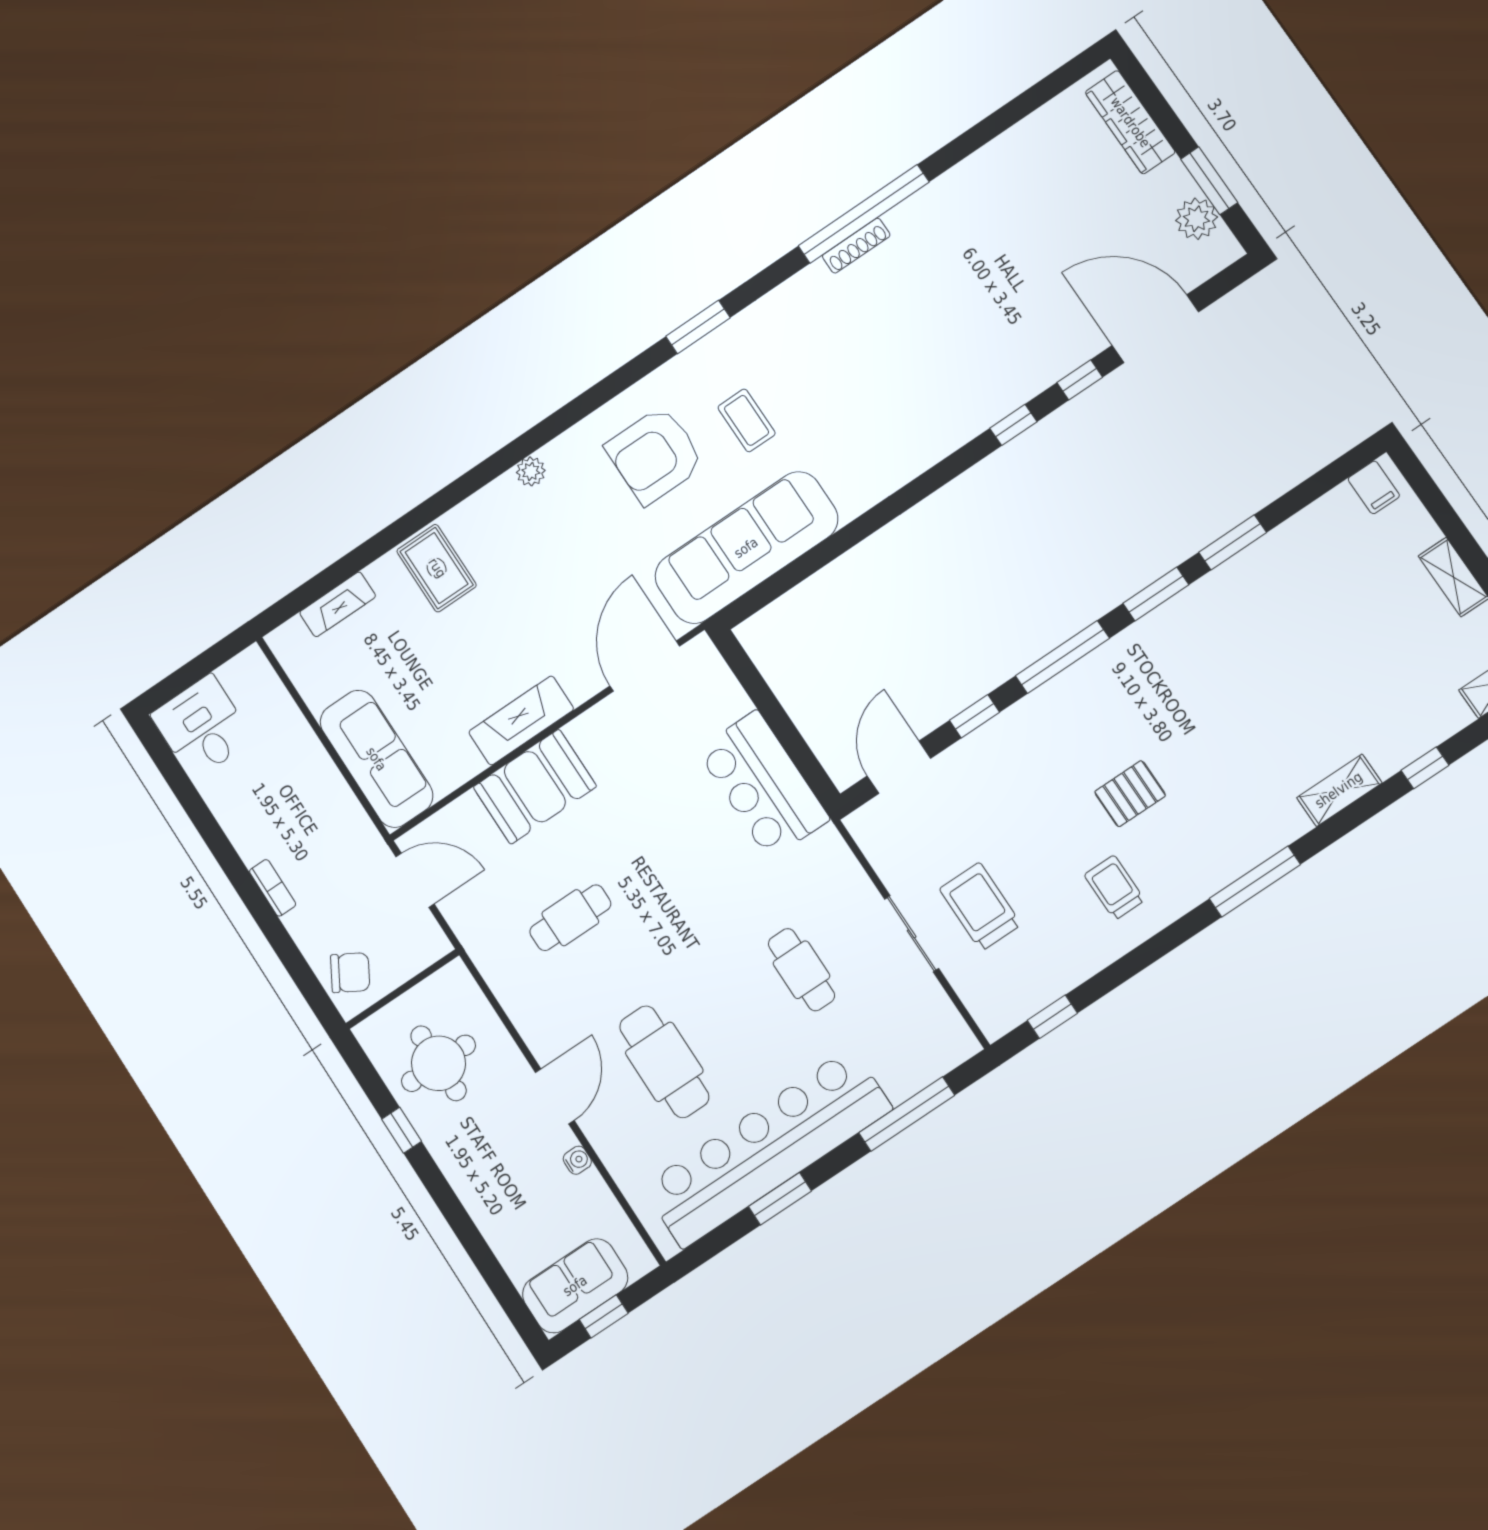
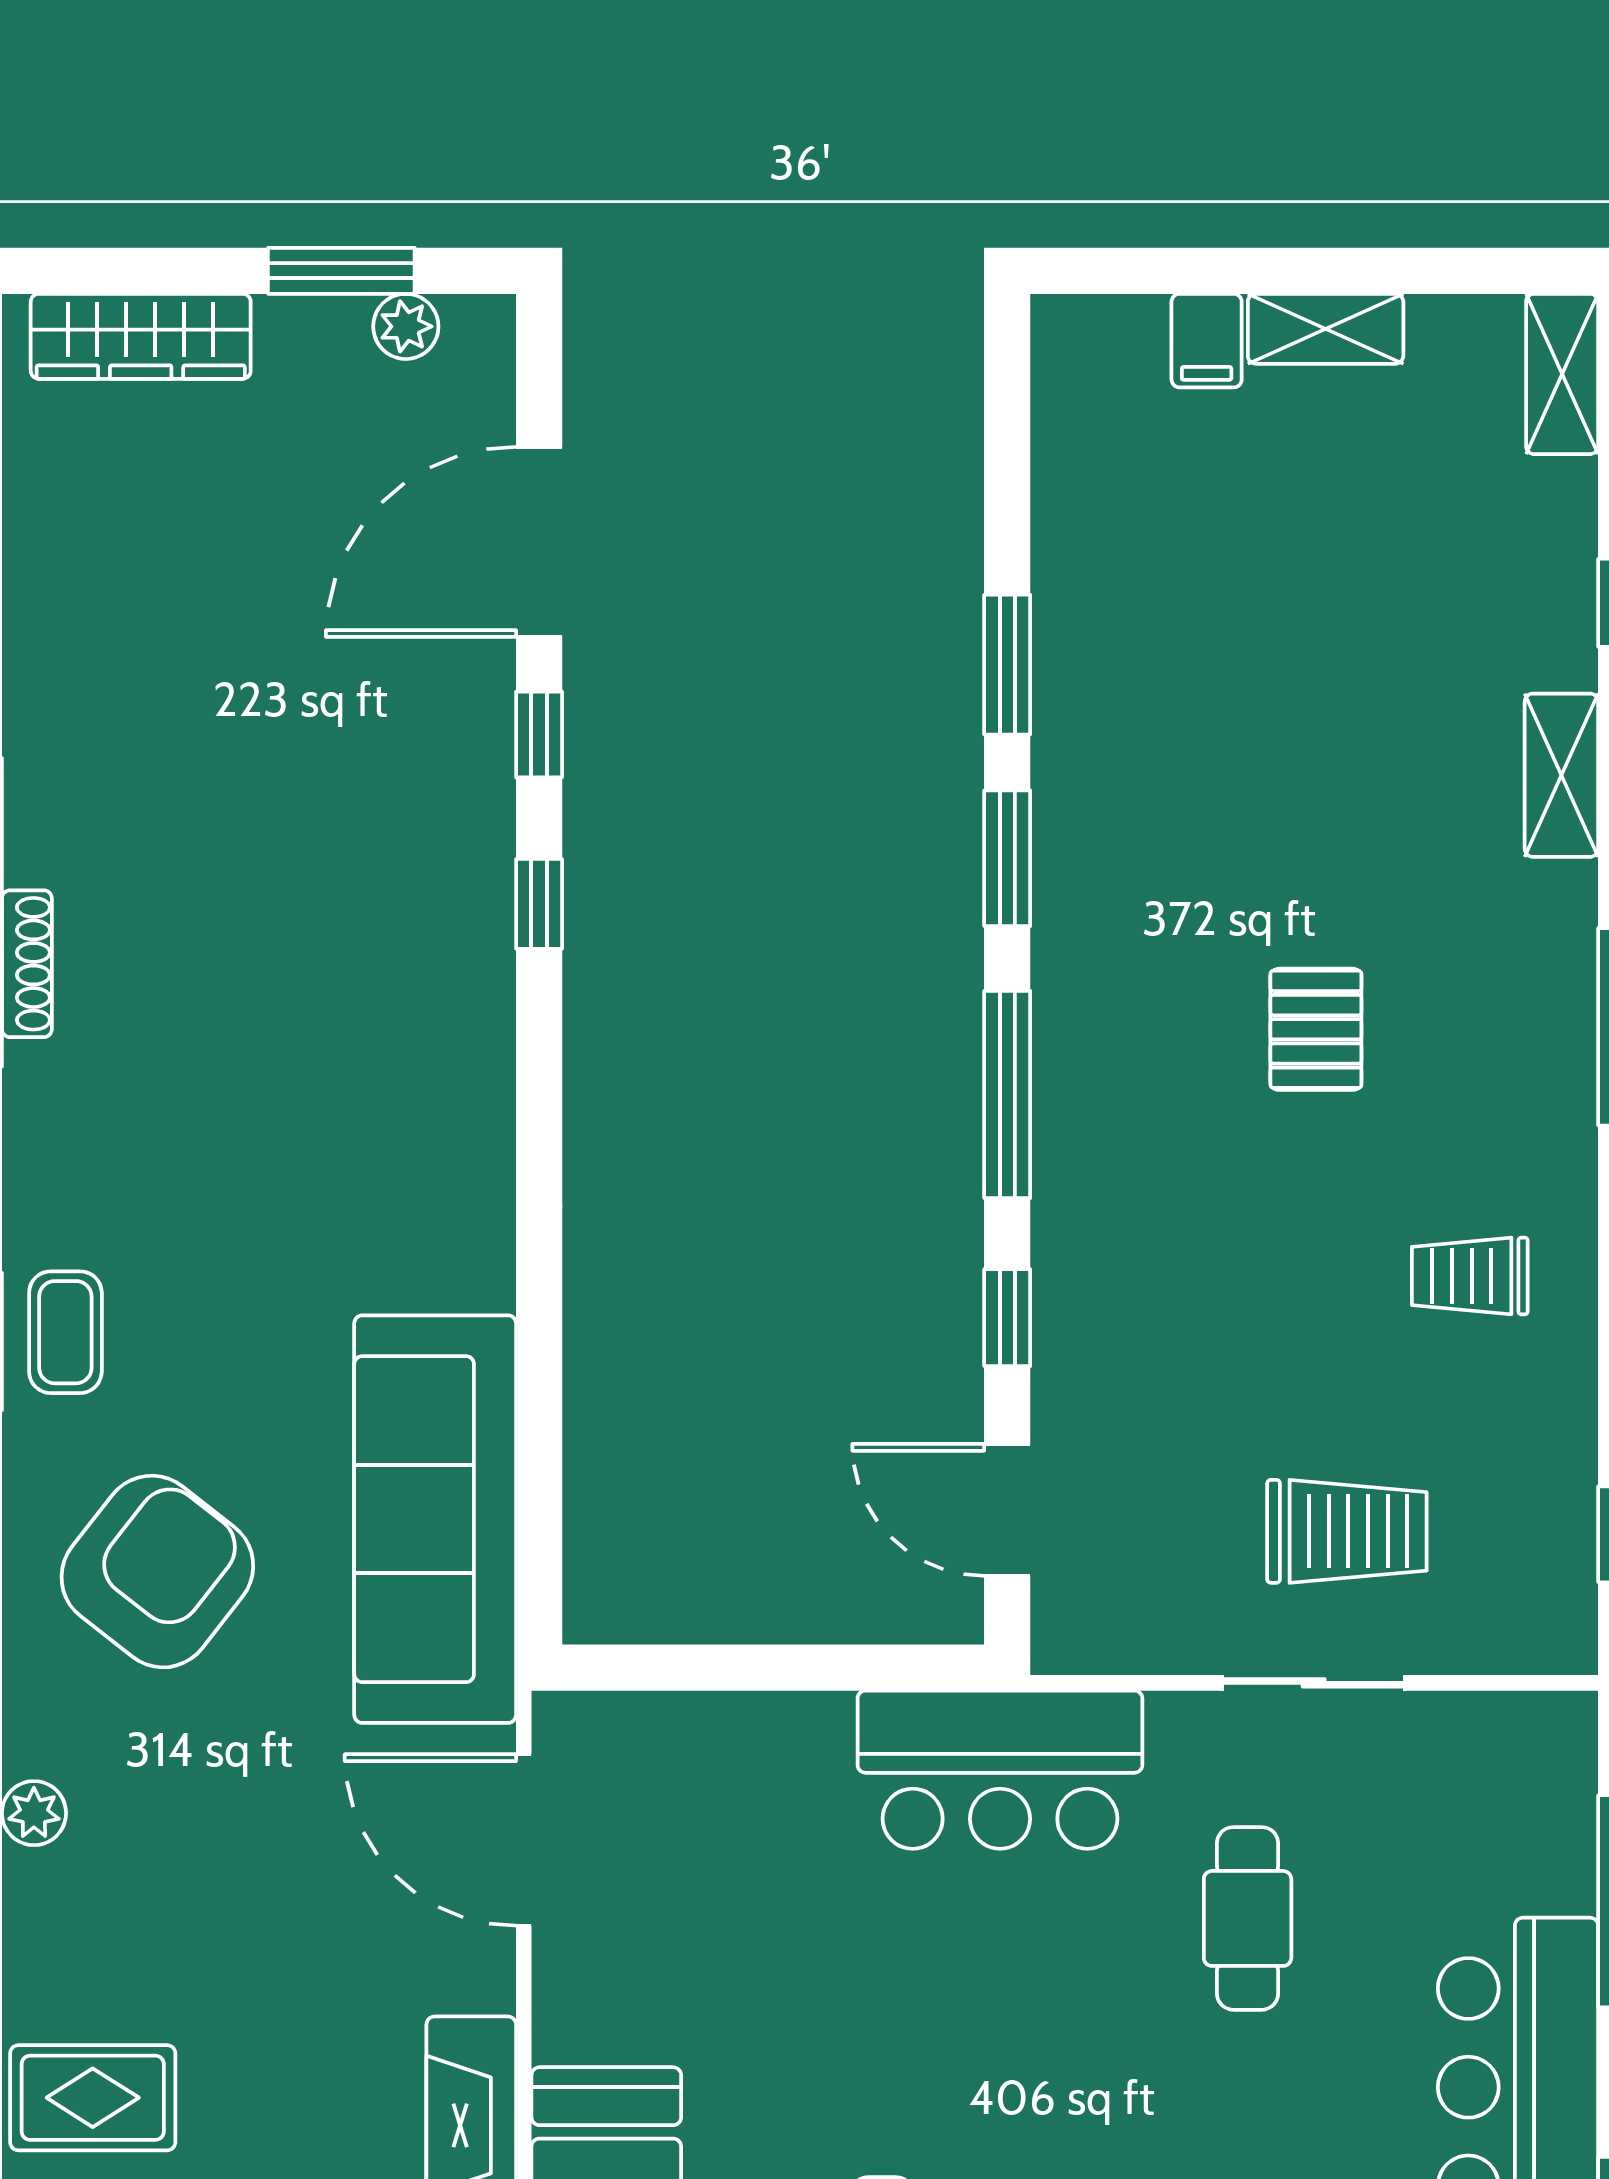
plant: (1197, 219) -> (406, 326), width x0.73, depth x0.73
coffee table: (747, 420) -> (65, 1332), moved, turned 90
armchair: (655, 455) -> (157, 1572), turned -142
filing cabinet: (1374, 487) -> (1207, 341), moved, turned 90
bar counter: (763, 785) -> (1000, 1770), moved
pallet: (1130, 794) -> (1316, 1029), moved
trolley: (980, 907) -> (1347, 1531), turned 180
cafe table: (801, 970) -> (1248, 1918), turned 90

